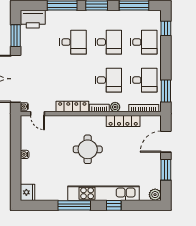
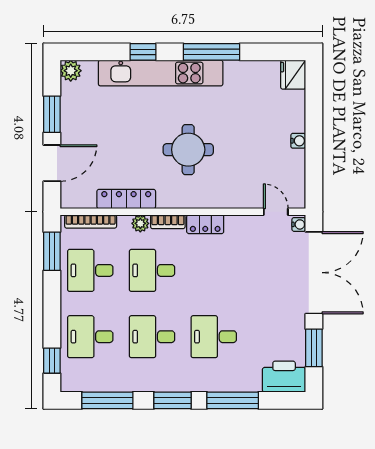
locker: (72, 107) -> (205, 224), width x0.66

